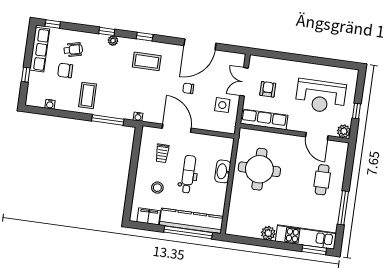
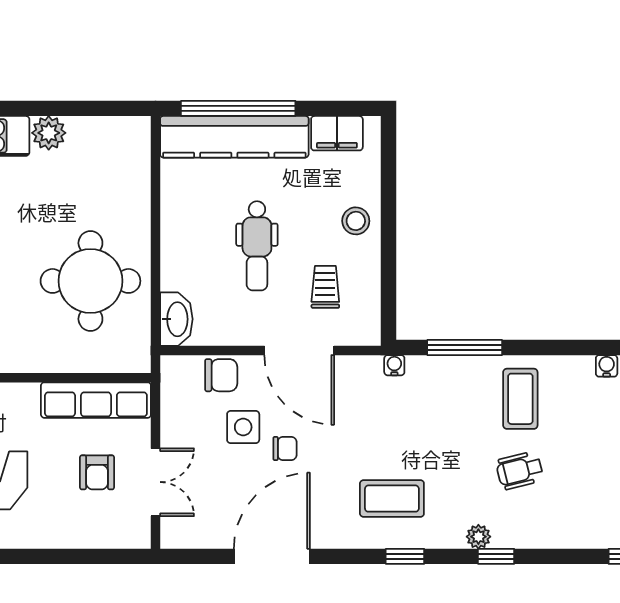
wheelchair: (73, 50) -> (520, 470), moved
chair: (65, 70) -> (221, 375), moved
side table: (222, 105) -> (243, 427), moved
washbasin: (223, 171) -> (176, 319), moved
stool: (157, 188) -> (356, 221), moved

